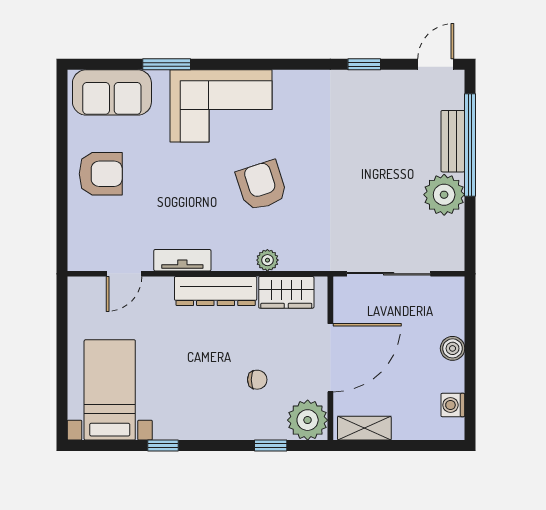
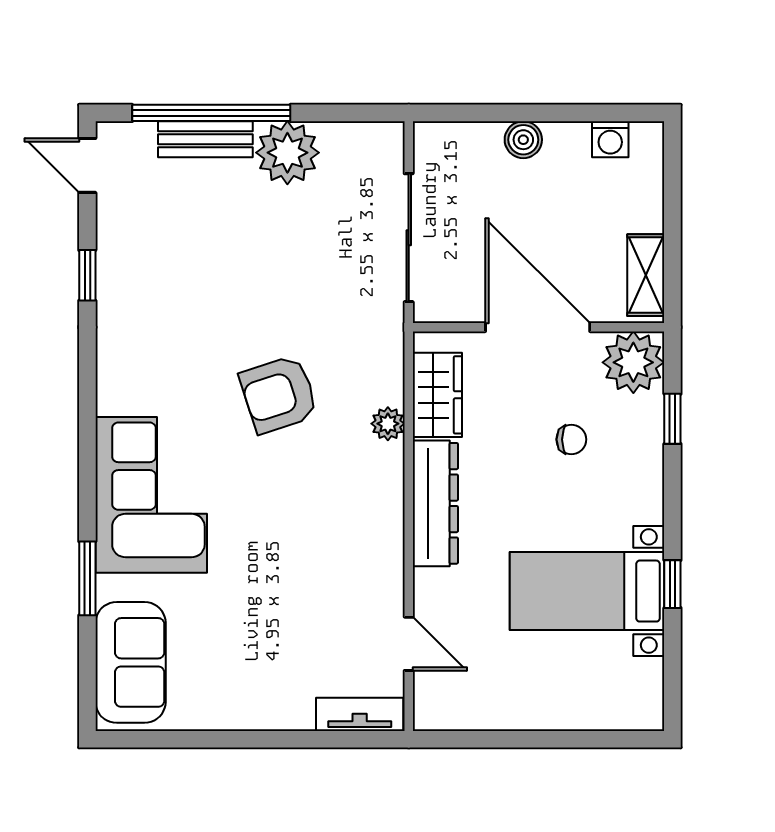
armchair: (101, 174) -> (255, 680), removed
armchair: (262, 186) -> (279, 394), moved
tv unit: (182, 260) -> (360, 714), moved, turned 90
chair: (257, 380) -> (571, 439), turned 90
bed with nightstands: (110, 390) -> (587, 591), moved

